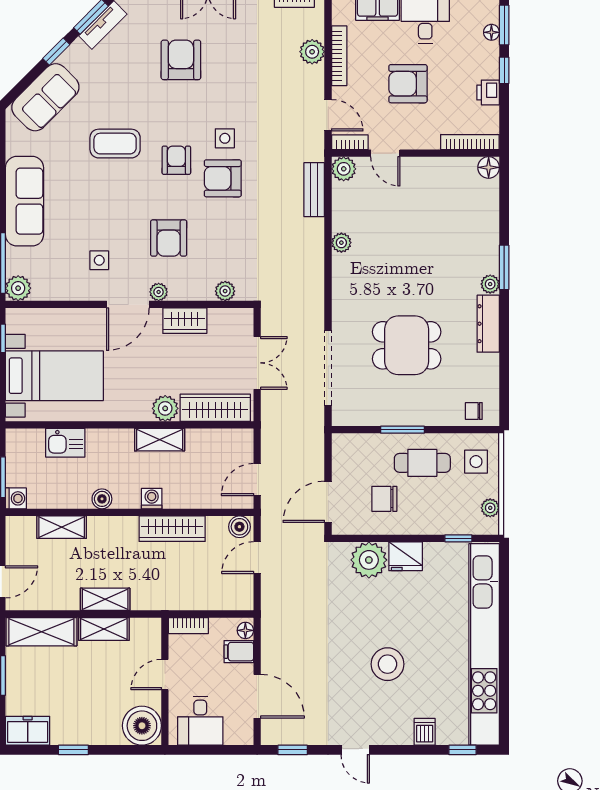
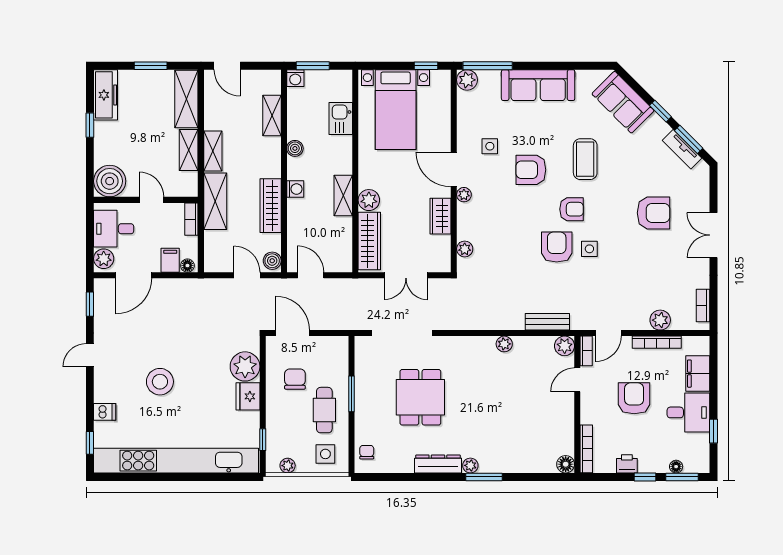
armchair: (169, 238) -> (531, 170), moved
shelving: (167, 597) -> (215, 201), added
freezer: (28, 731) -> (106, 95), width x1.40
plant: (237, 733) -> (104, 259), added

